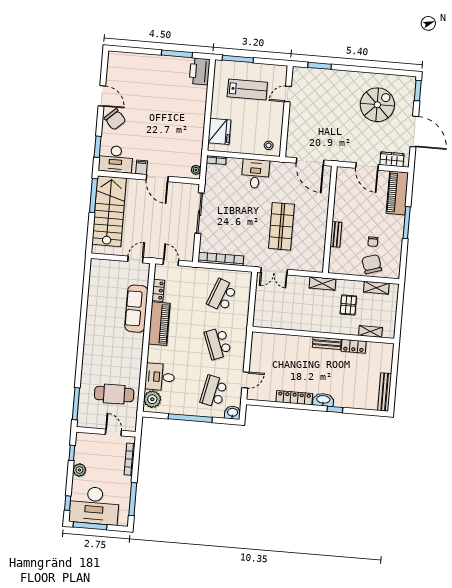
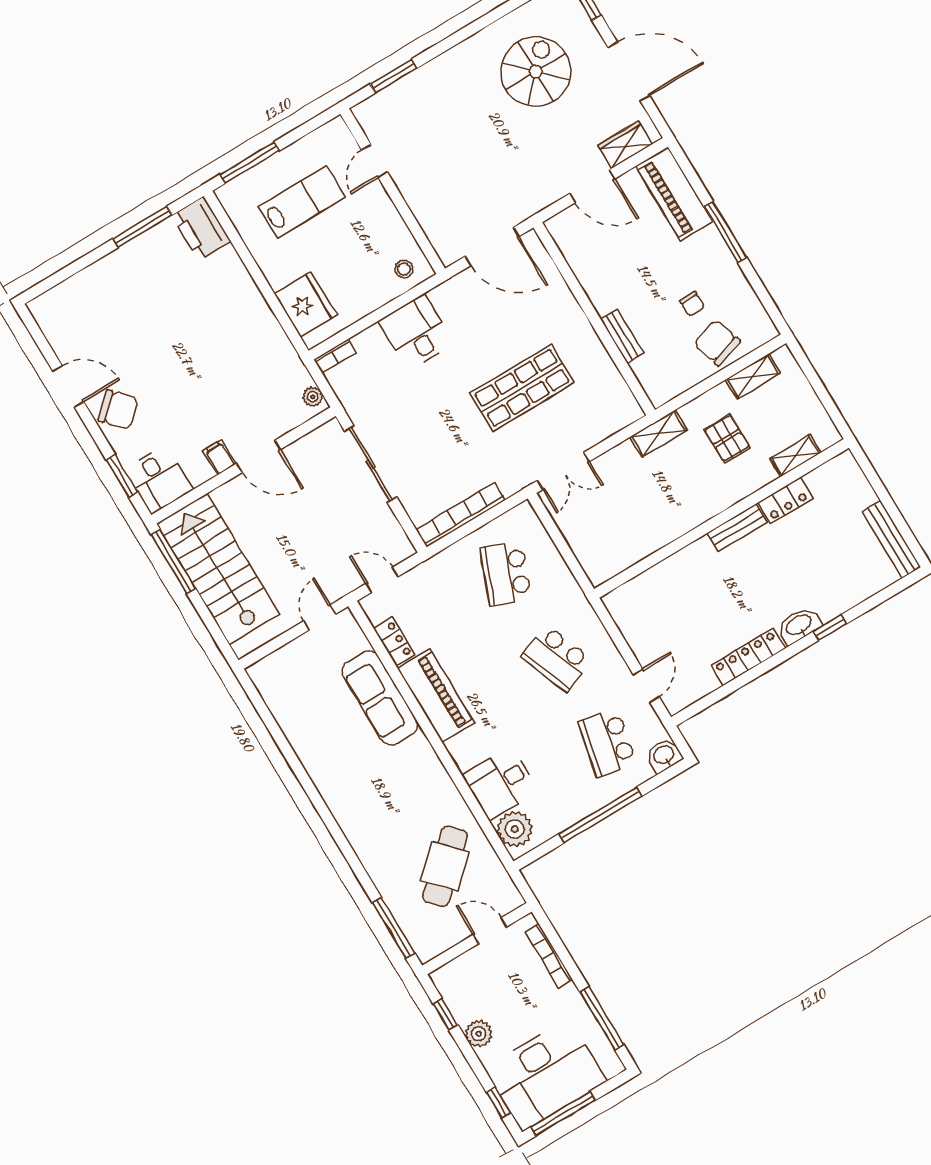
desk: (116, 159) -> (159, 479), width x0.73
shop shelf: (281, 226) -> (522, 388), turned 90
cafe table: (114, 394) -> (445, 866), turned -42

